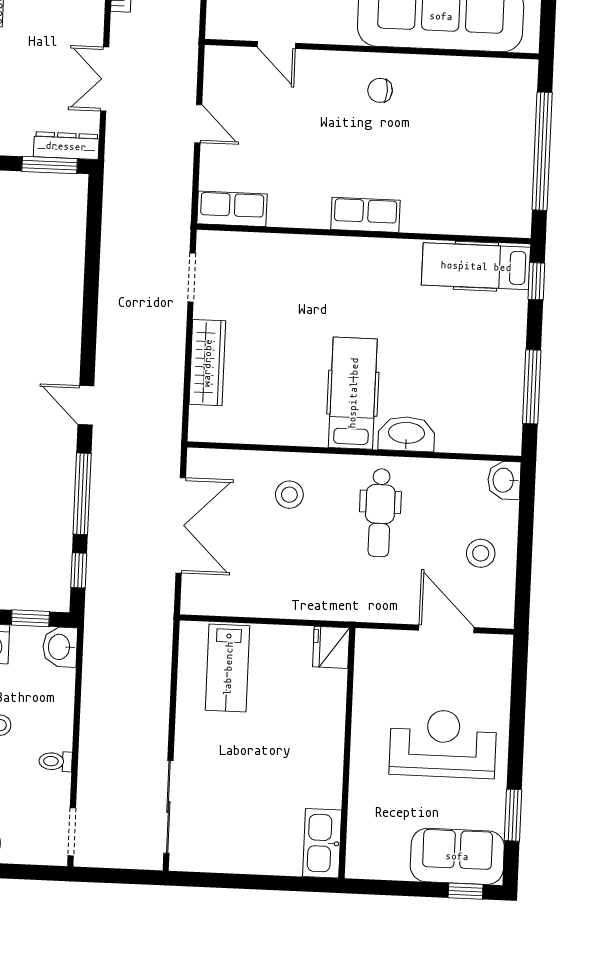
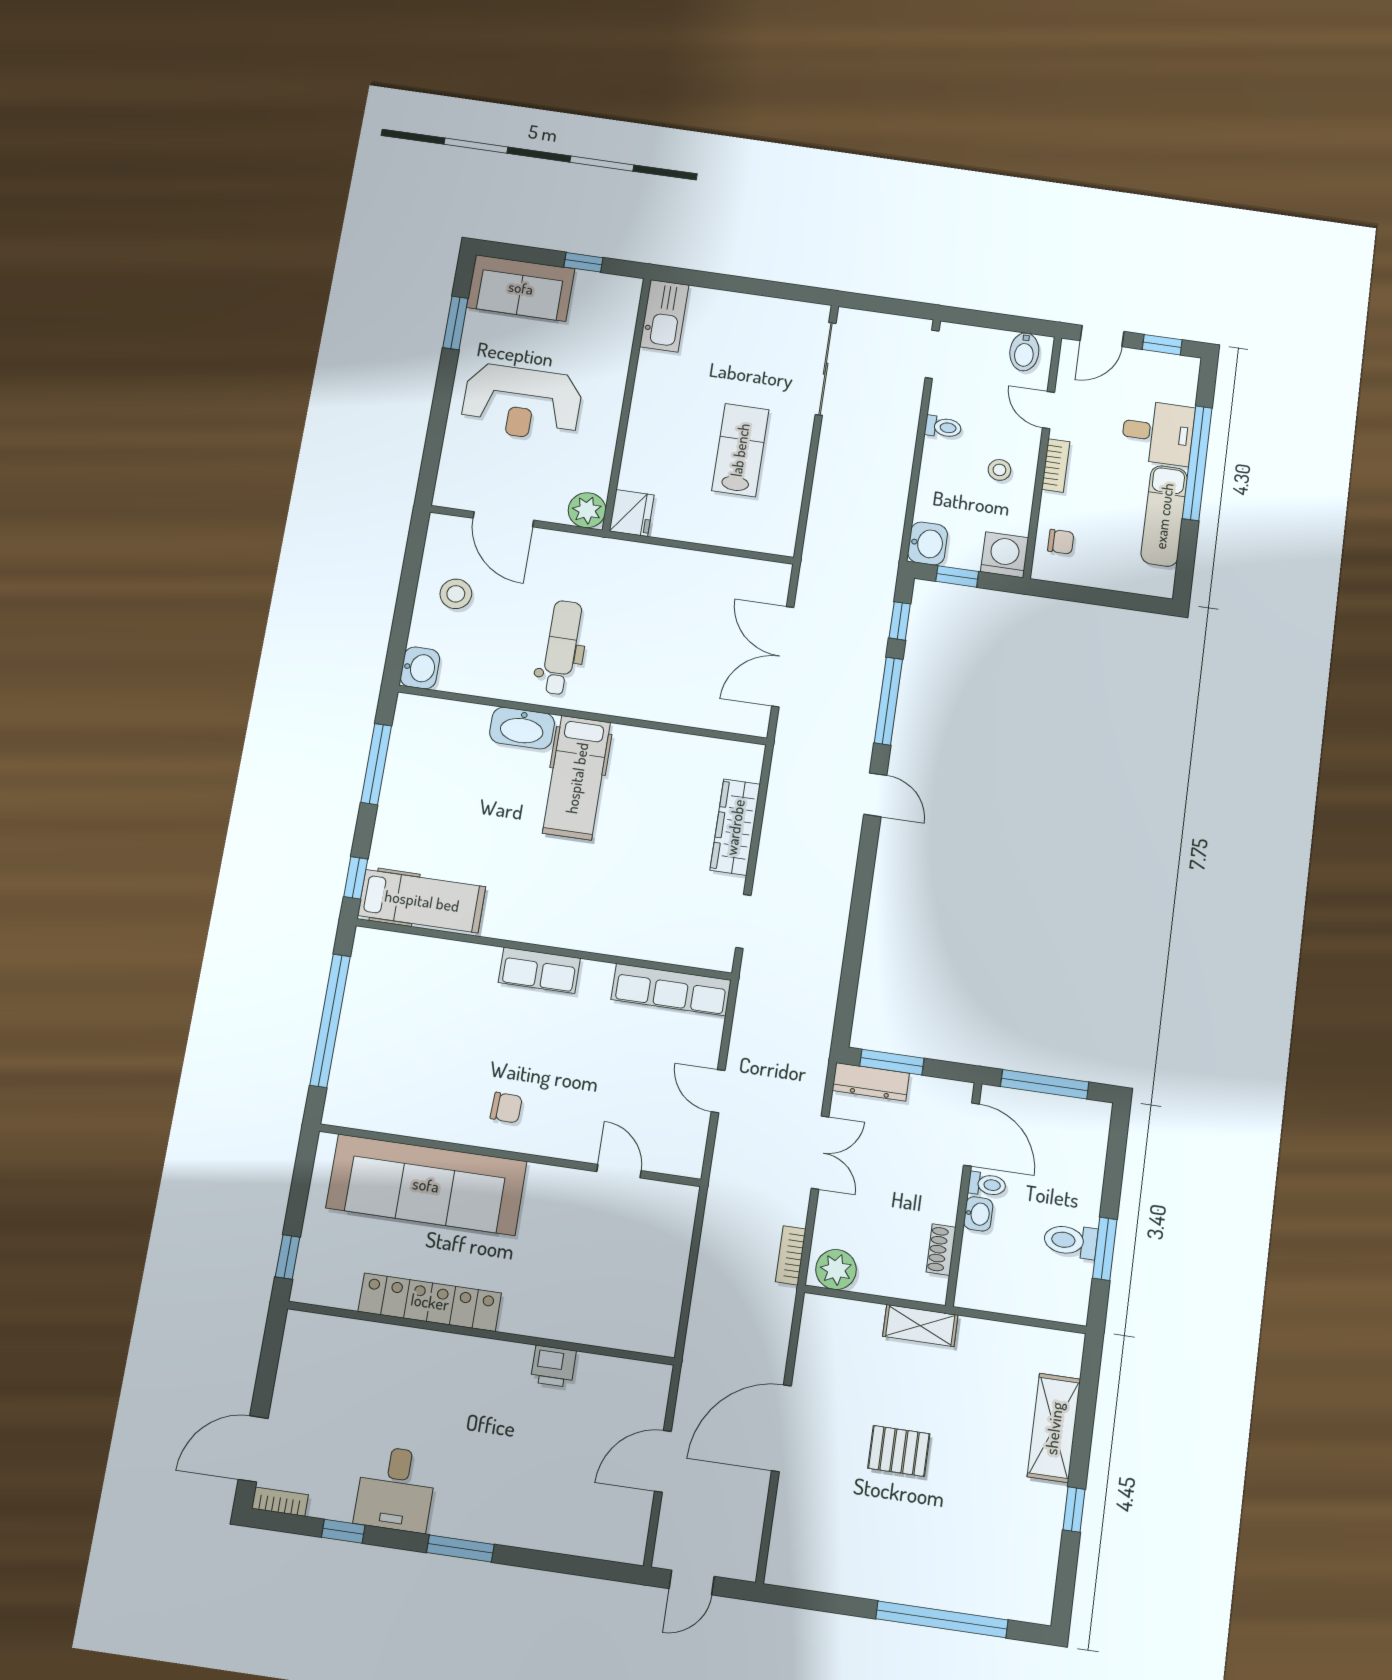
row of seats: (232, 209) -> (671, 990), width x1.48
stool: (289, 495) -> (659, 677), removed
plant: (372, 646) -> (587, 510), added
lab bench: (228, 668) -> (740, 450), moved
window: (466, 891) -> (583, 262), moved

